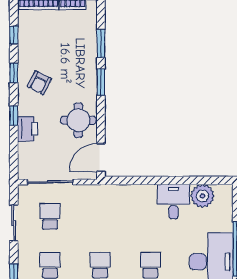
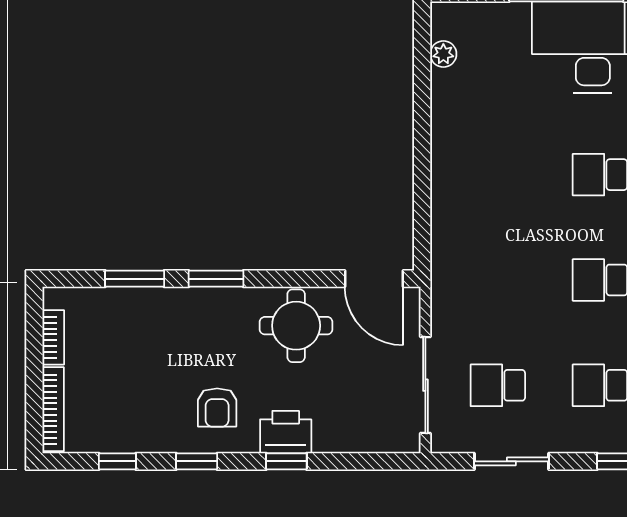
armchair: (39, 83) -> (217, 407), turned 63
printer: (28, 129) -> (286, 432), moved
plant: (202, 196) -> (443, 54), width x0.53, depth x0.53
desk: (173, 202) -> (467, 126), removed

